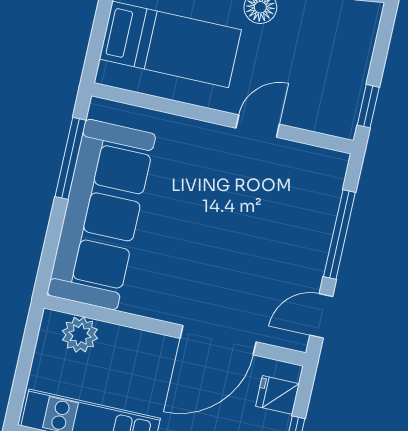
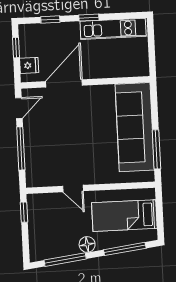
door: (258, 126) -> (73, 189), hinge flipped
plant: (80, 335) -> (129, 68), removed

